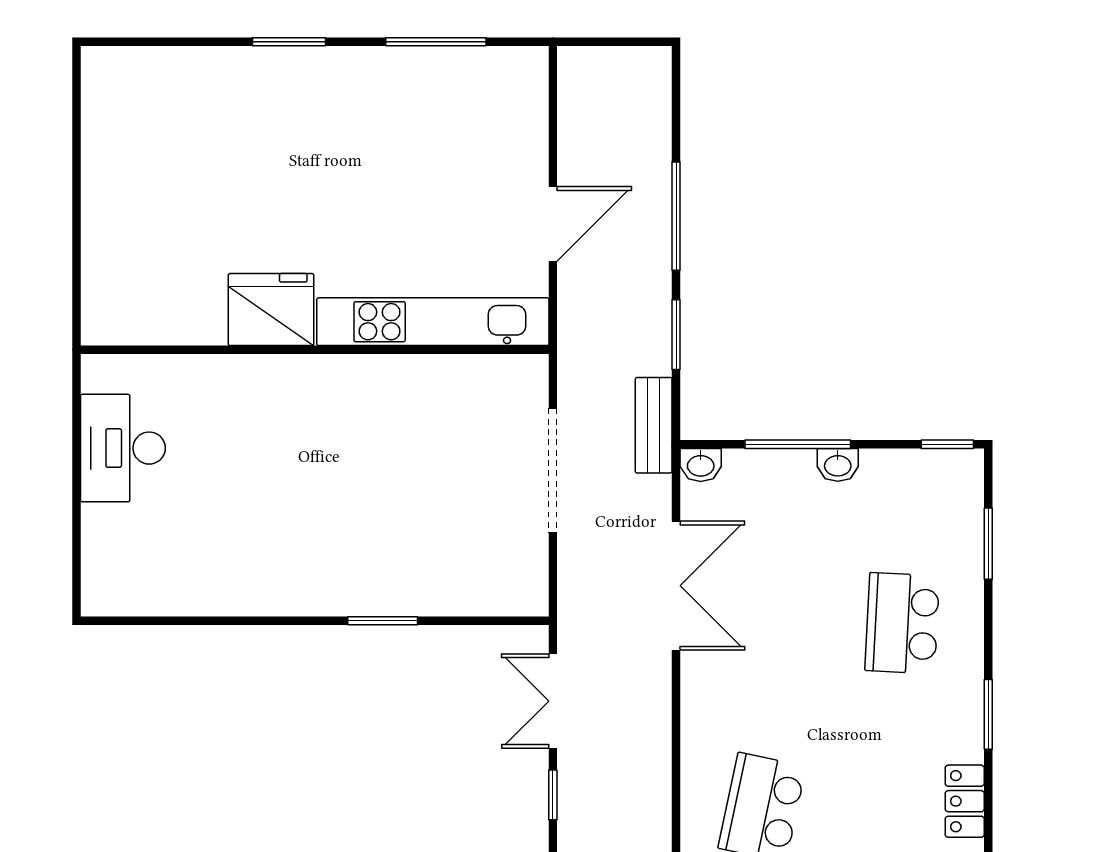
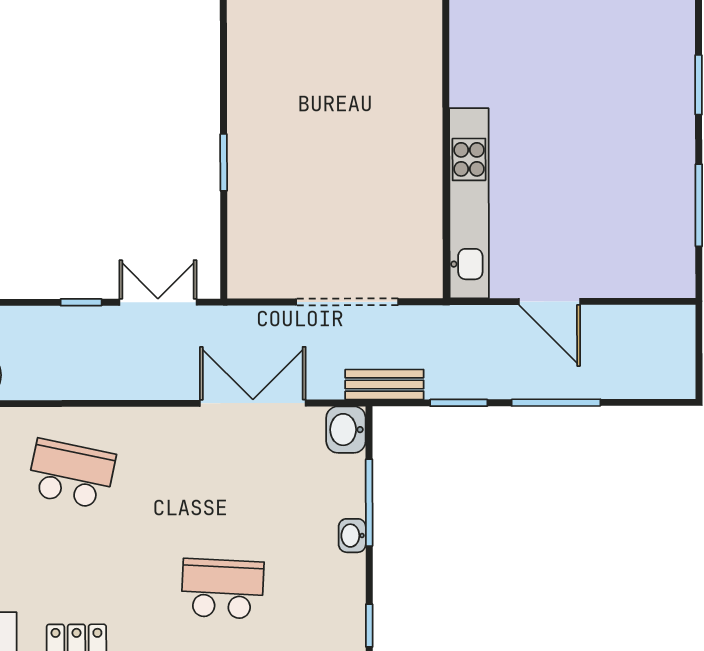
fridge: (271, 310) -> (479, 70), removed
washbasin: (701, 465) -> (346, 430), width x1.38, depth x1.45
double door: (676, 586) -> (253, 403), swing flipped

